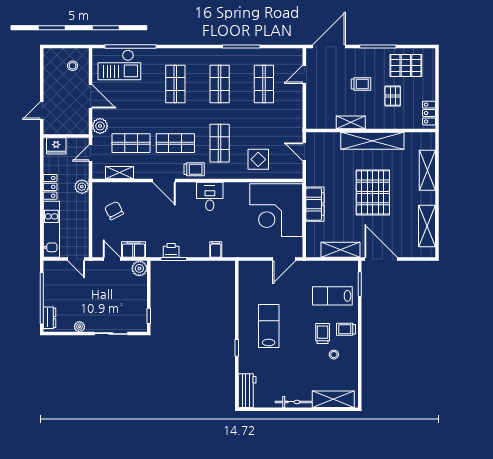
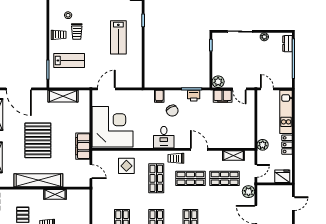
filing cabinet: (315, 204) -> (83, 146), moved
chair: (114, 211) -> (172, 111), moved
door: (381, 259) -> (19, 89), moved

